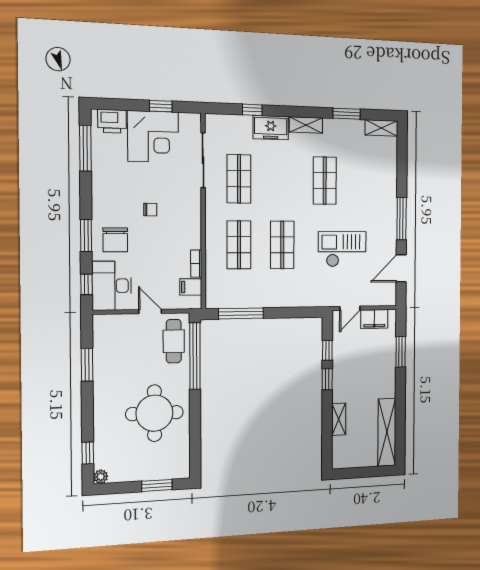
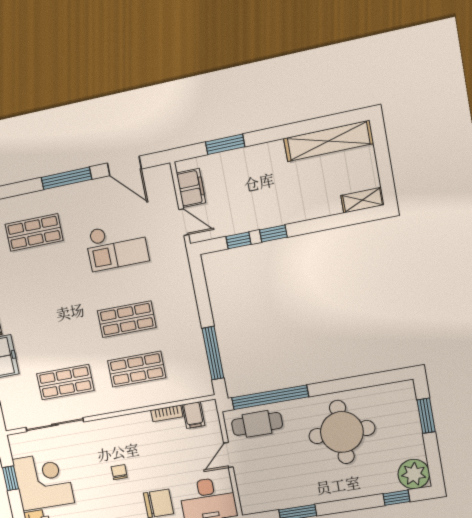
shop shelf: (325, 181) -> (34, 232), moved
checkout: (342, 249) -> (117, 246), turned -90
shelving: (339, 419) -> (362, 200), moved
plant: (101, 477) -> (414, 474), width x1.88, depth x1.88

